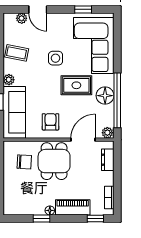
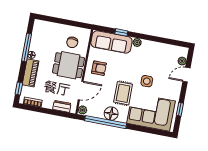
coffee table: (17, 53) -> (156, 52), removed
door: (83, 140) -> (81, 90), hinge flipped
window: (42, 218) -> (27, 47), width x2.17

